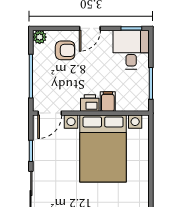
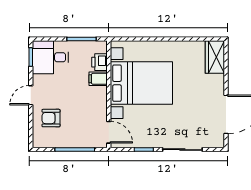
door: (90, 28) -> (31, 95), swing flipped
plant: (40, 37) -> (39, 142), removed
armchair: (65, 50) -> (51, 118), turned -90
printer: (90, 103) -> (100, 62), moved

